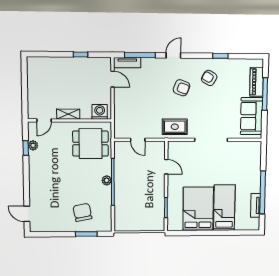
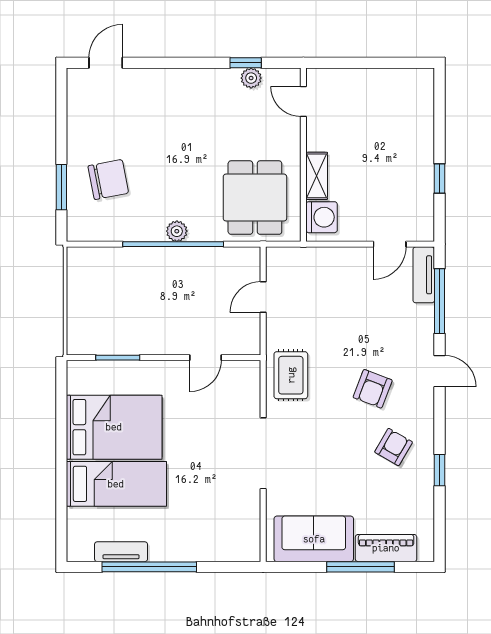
shelving: (68, 114) -> (317, 176), moved

